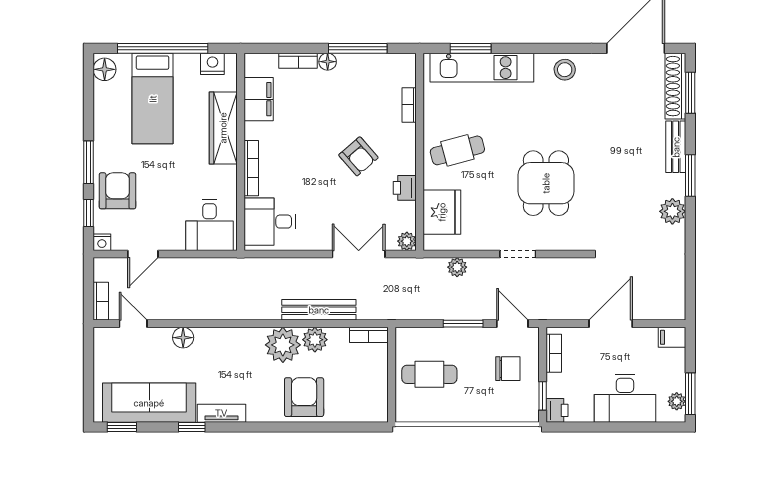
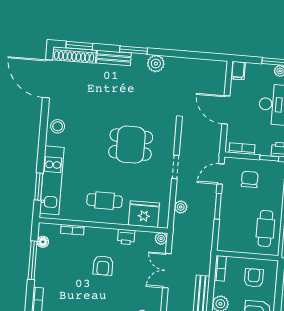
floor lamp: (328, 62) -> (43, 242), moved
cafe table: (457, 150) -> (105, 201), turned -75
armchair: (358, 156) -> (103, 266), turned 131
cafe table: (429, 374) -> (265, 228), moved
armchair: (359, 387) -> (254, 278), added

